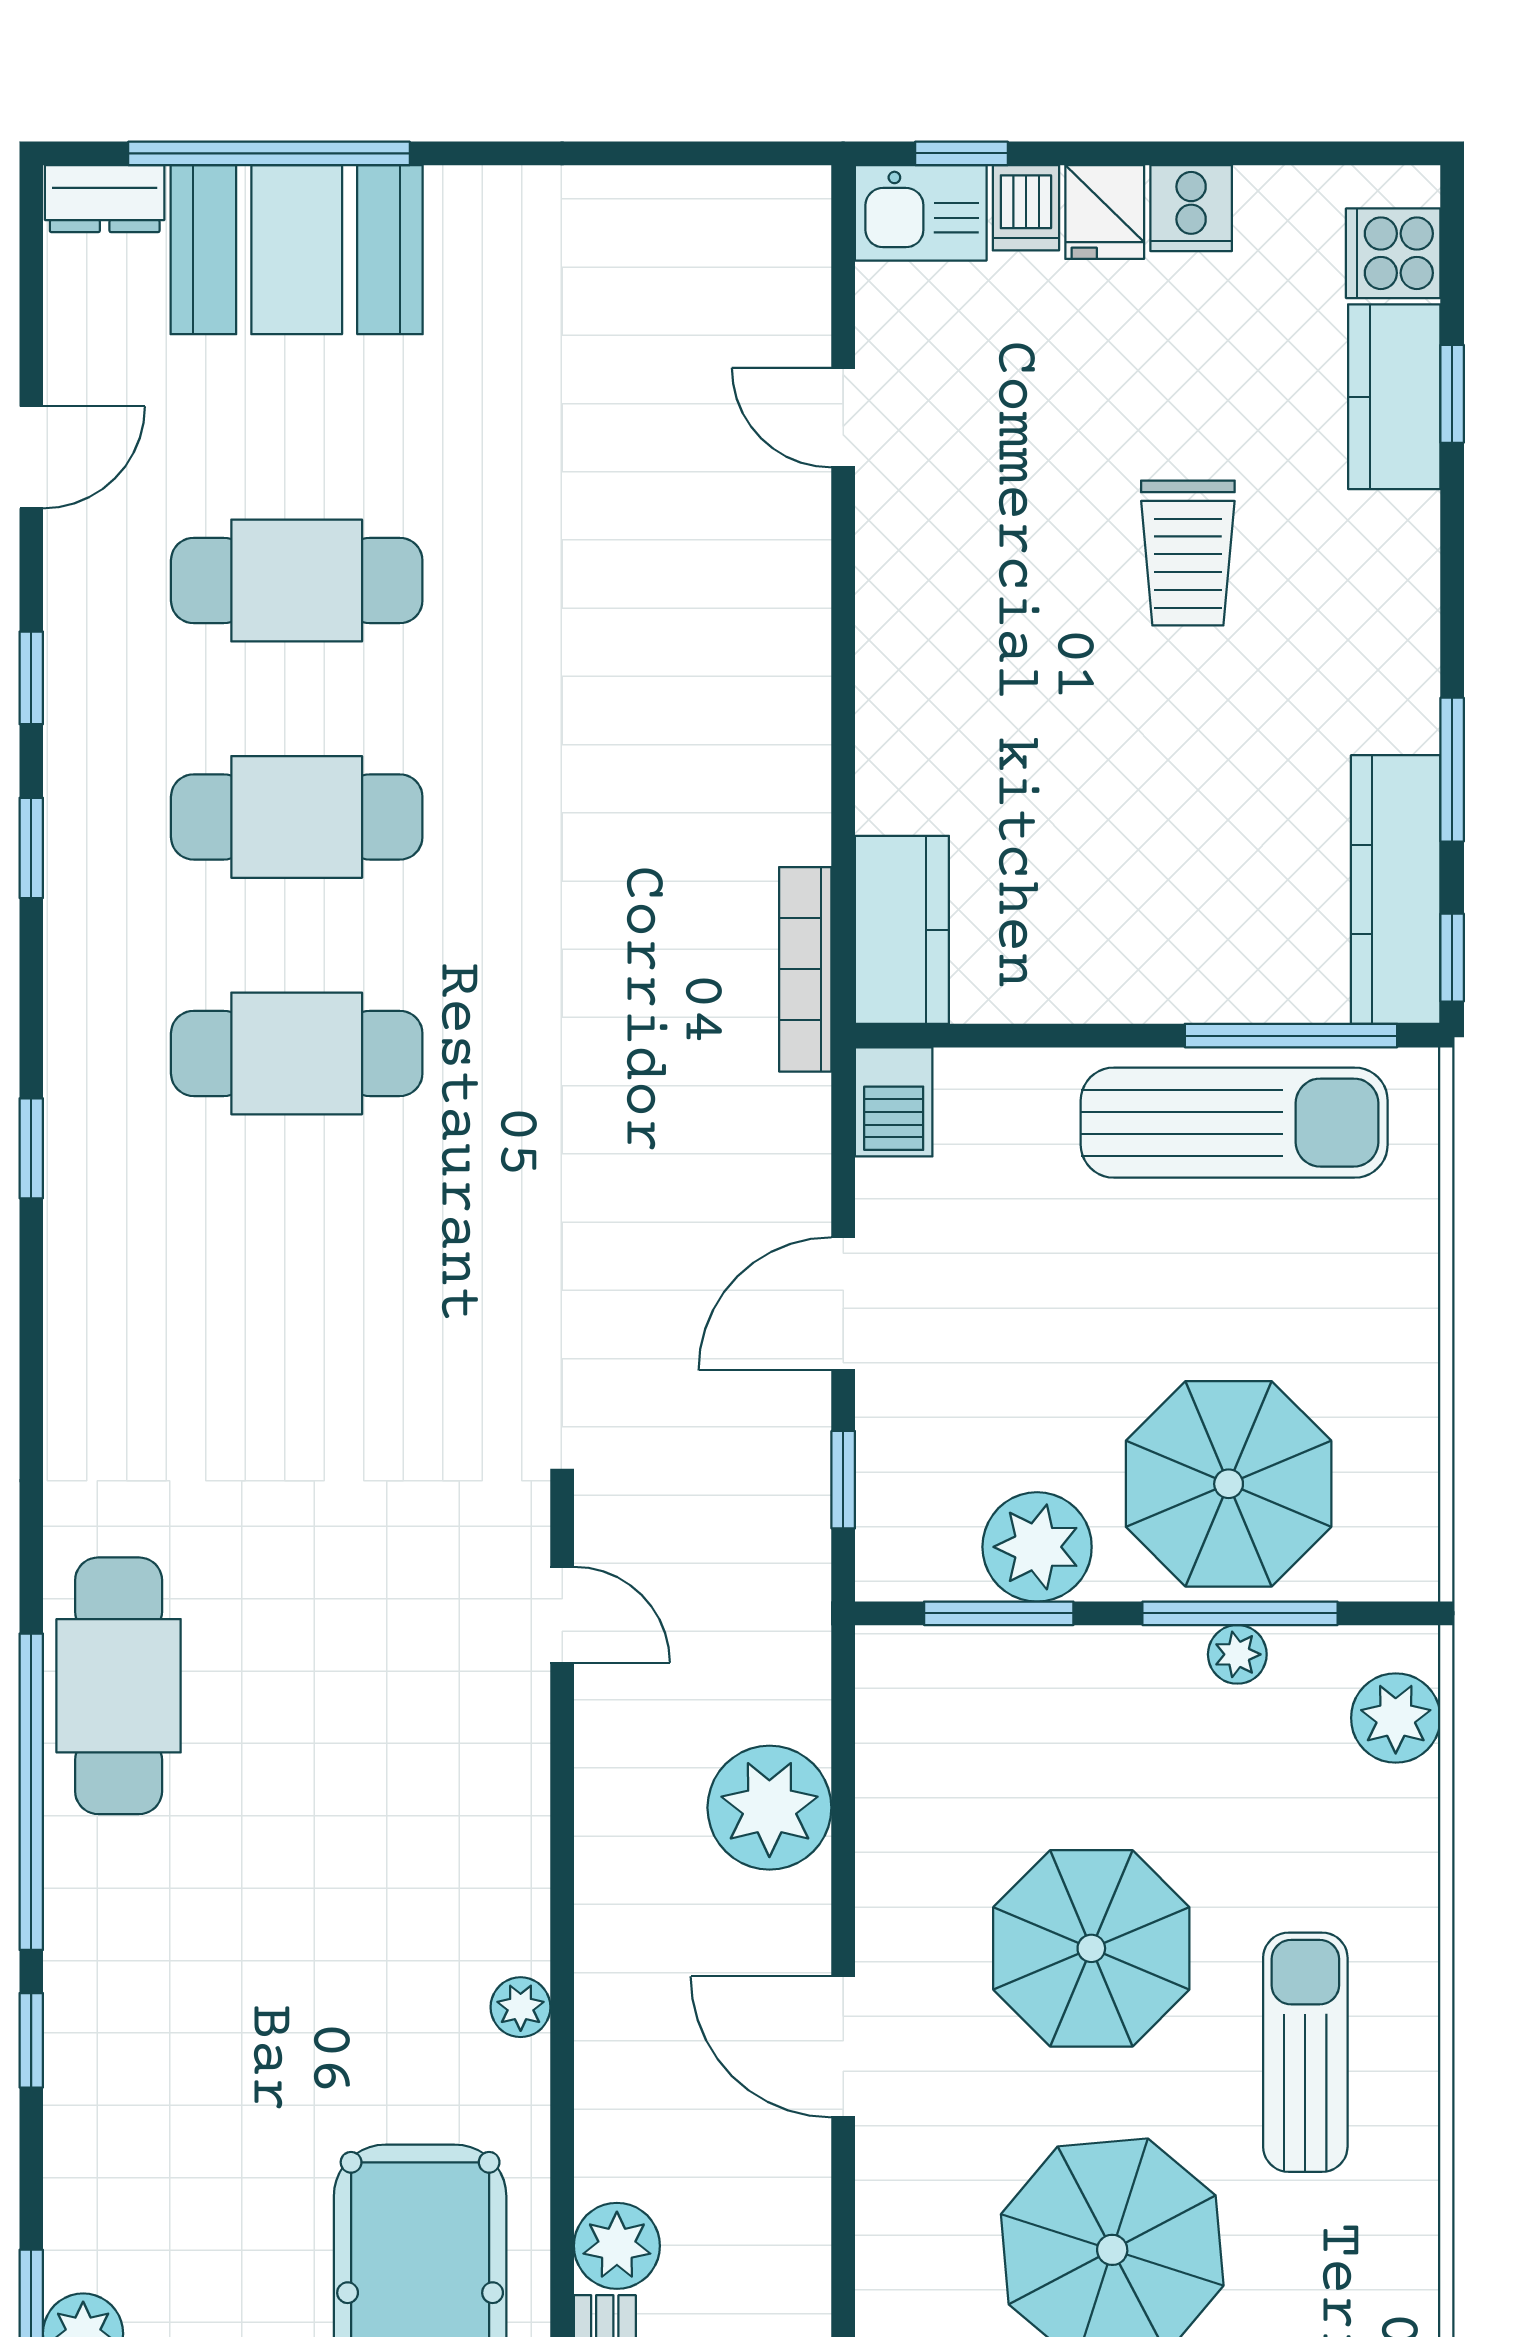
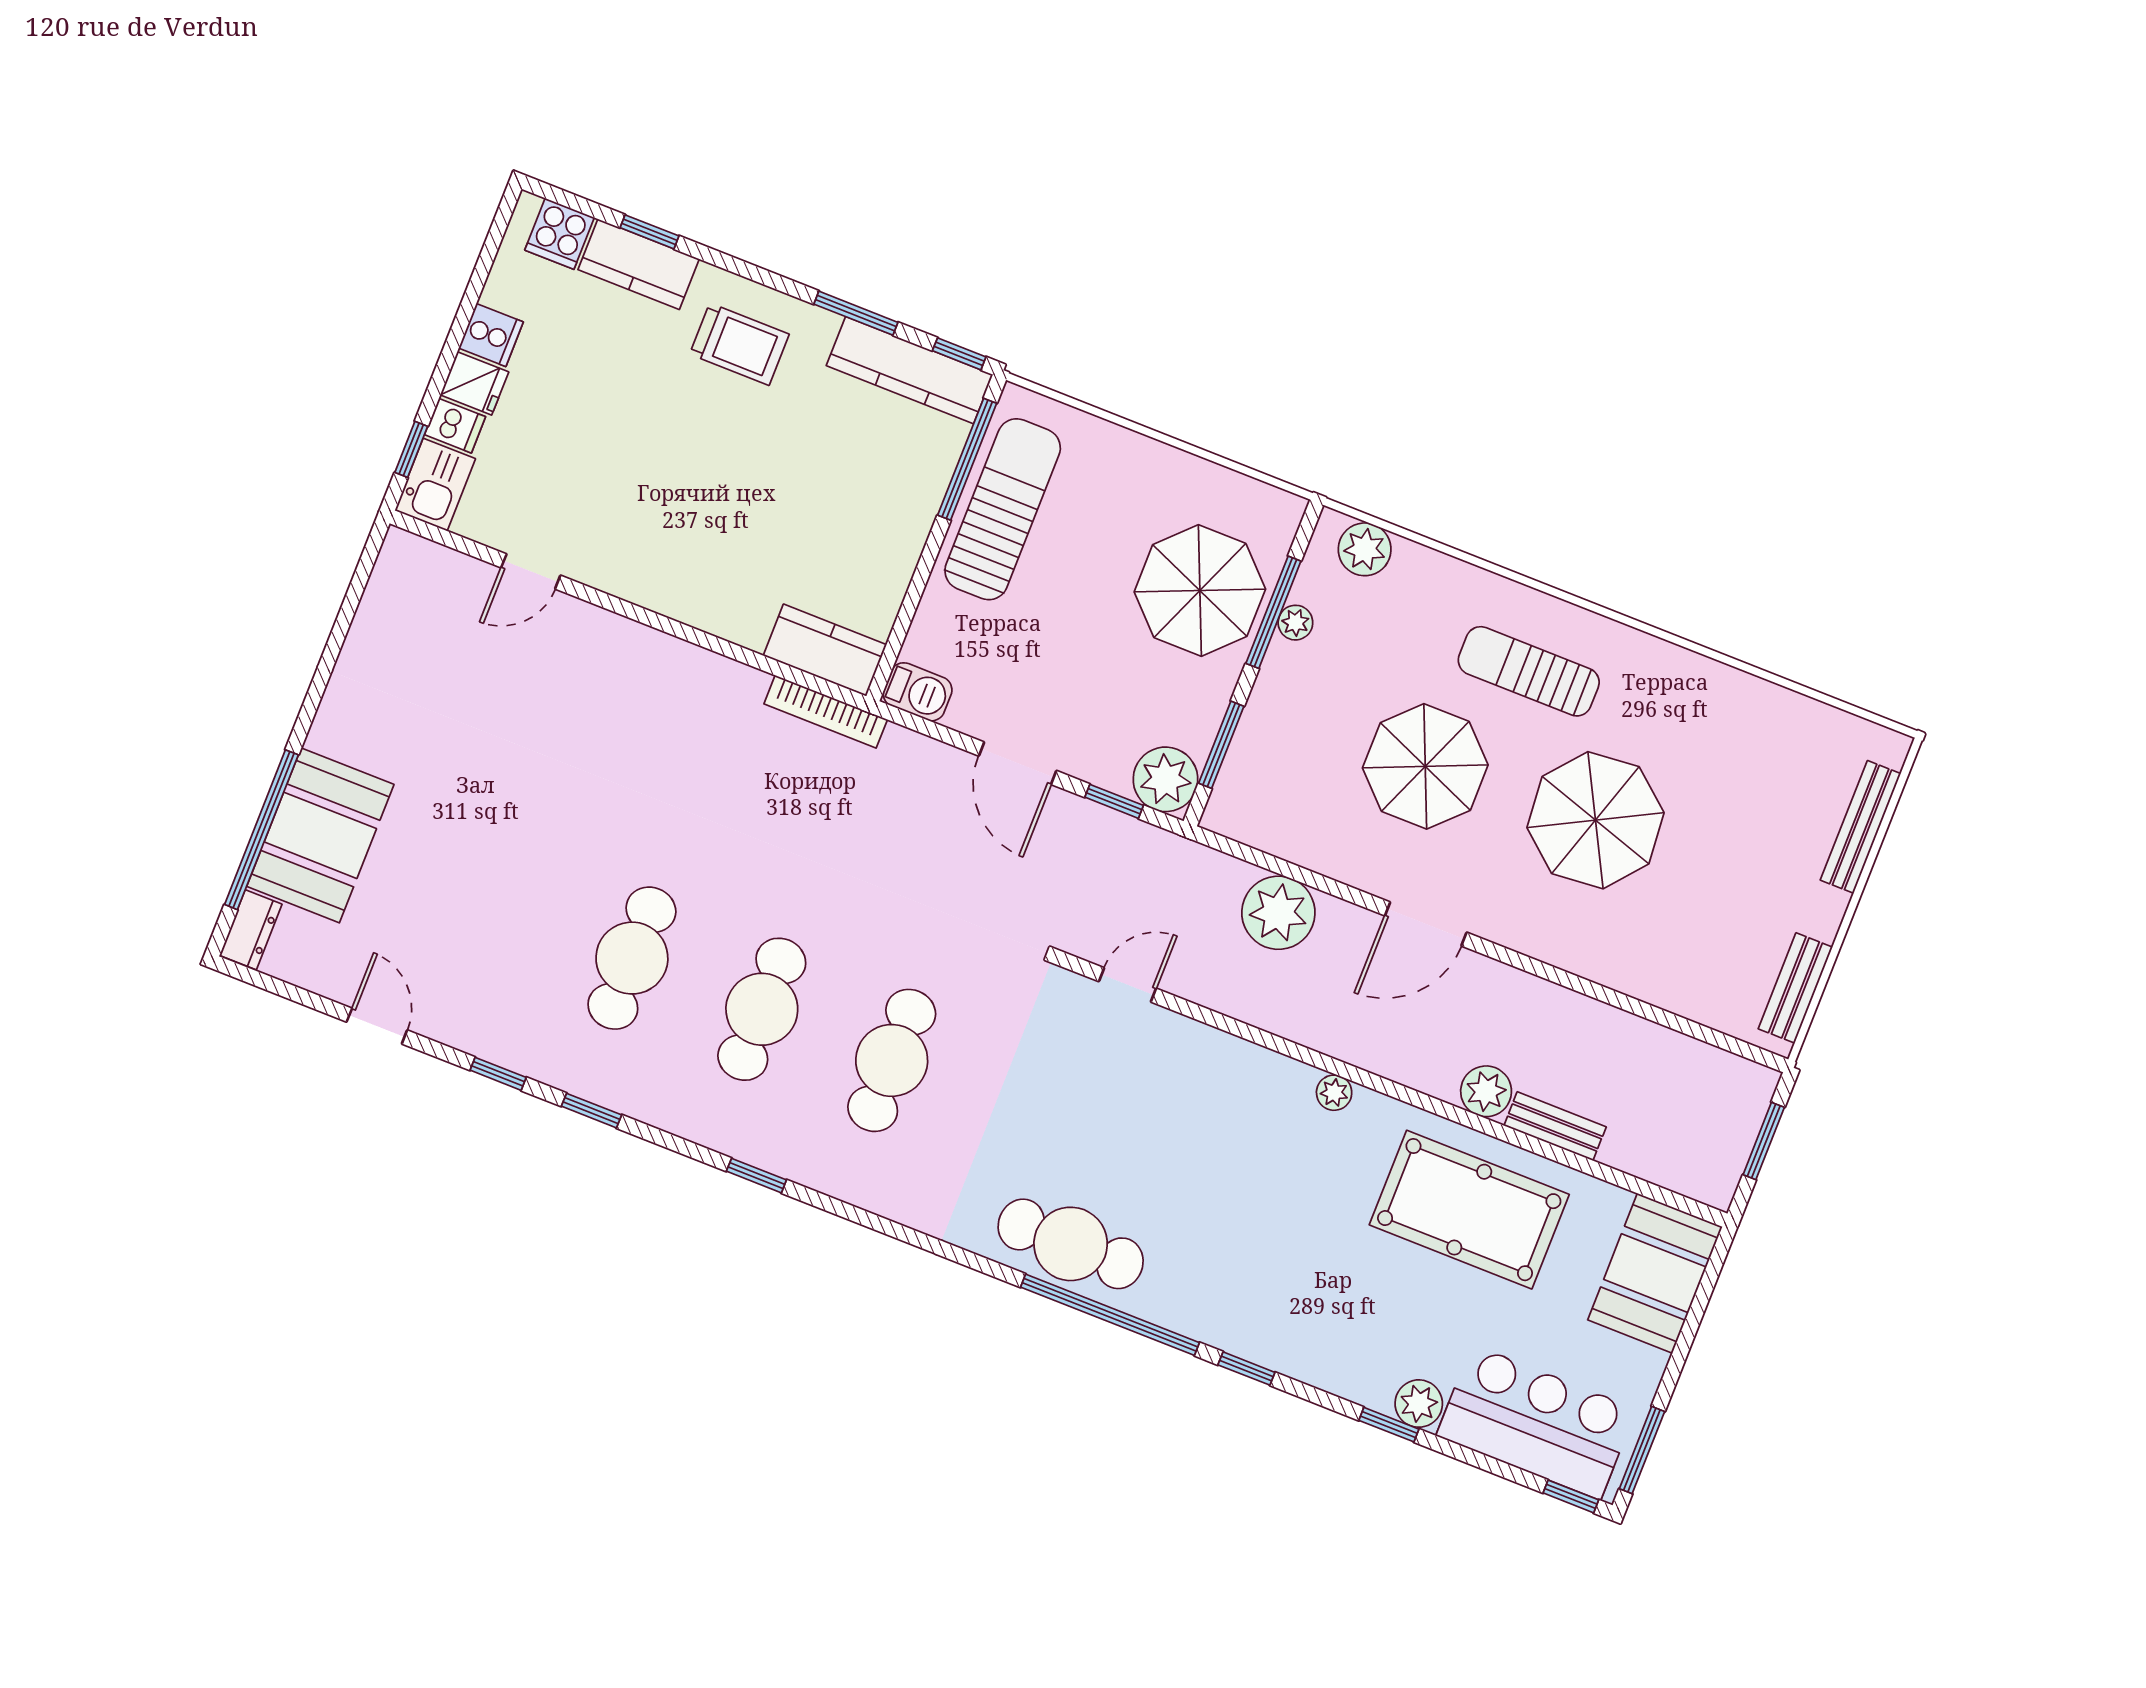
trolley: (1188, 553) -> (739, 344), moved
cafe table: (297, 581) -> (892, 1060), moved
plant: (1037, 1547) -> (1165, 779), moved

